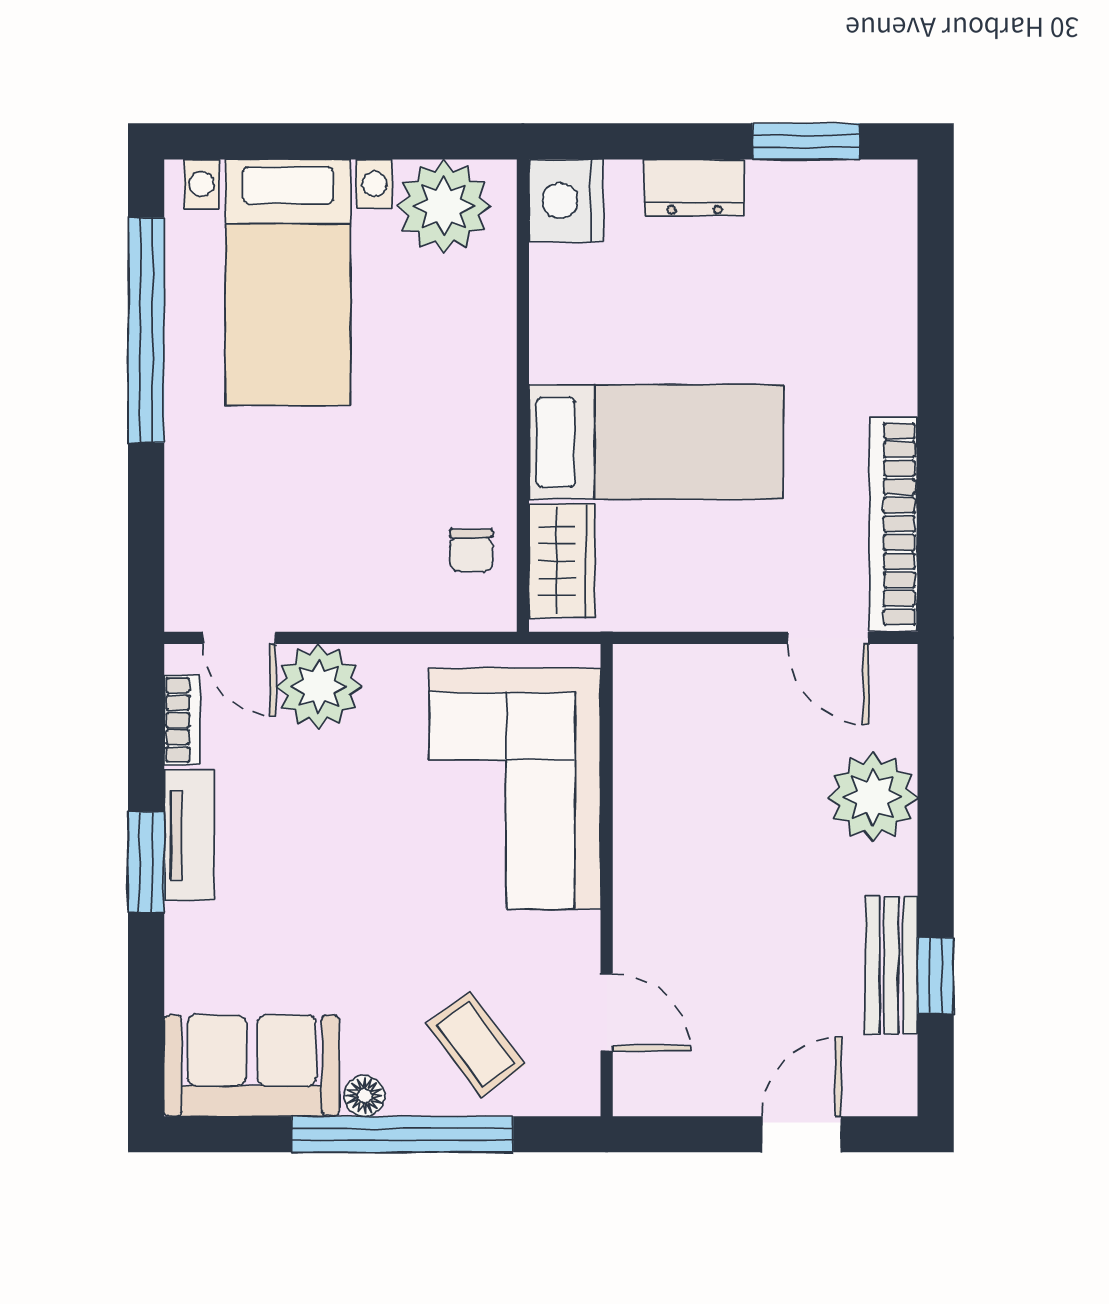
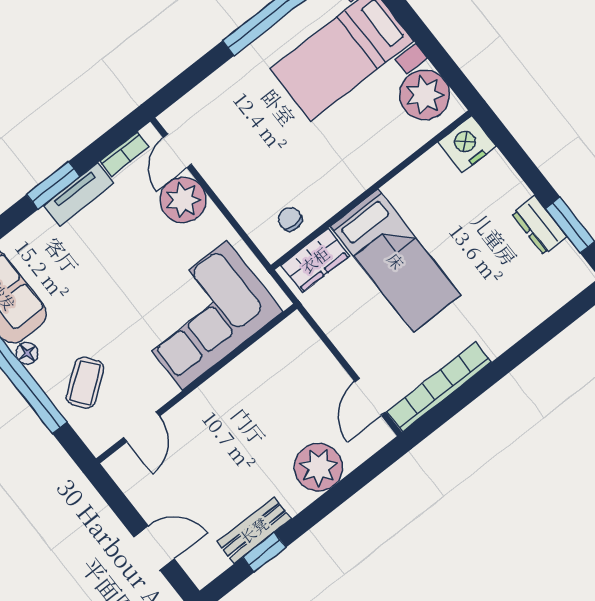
dresser: (694, 188) -> (539, 225), moved
chair: (471, 550) -> (290, 219), turned 89

